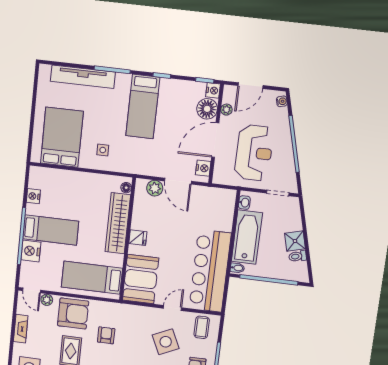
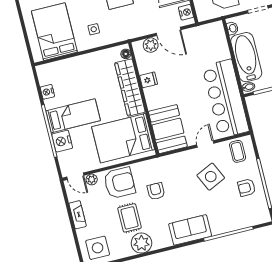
fridge: (138, 238) -> (149, 80), moved
bed: (92, 278) -> (123, 138), width x1.50

